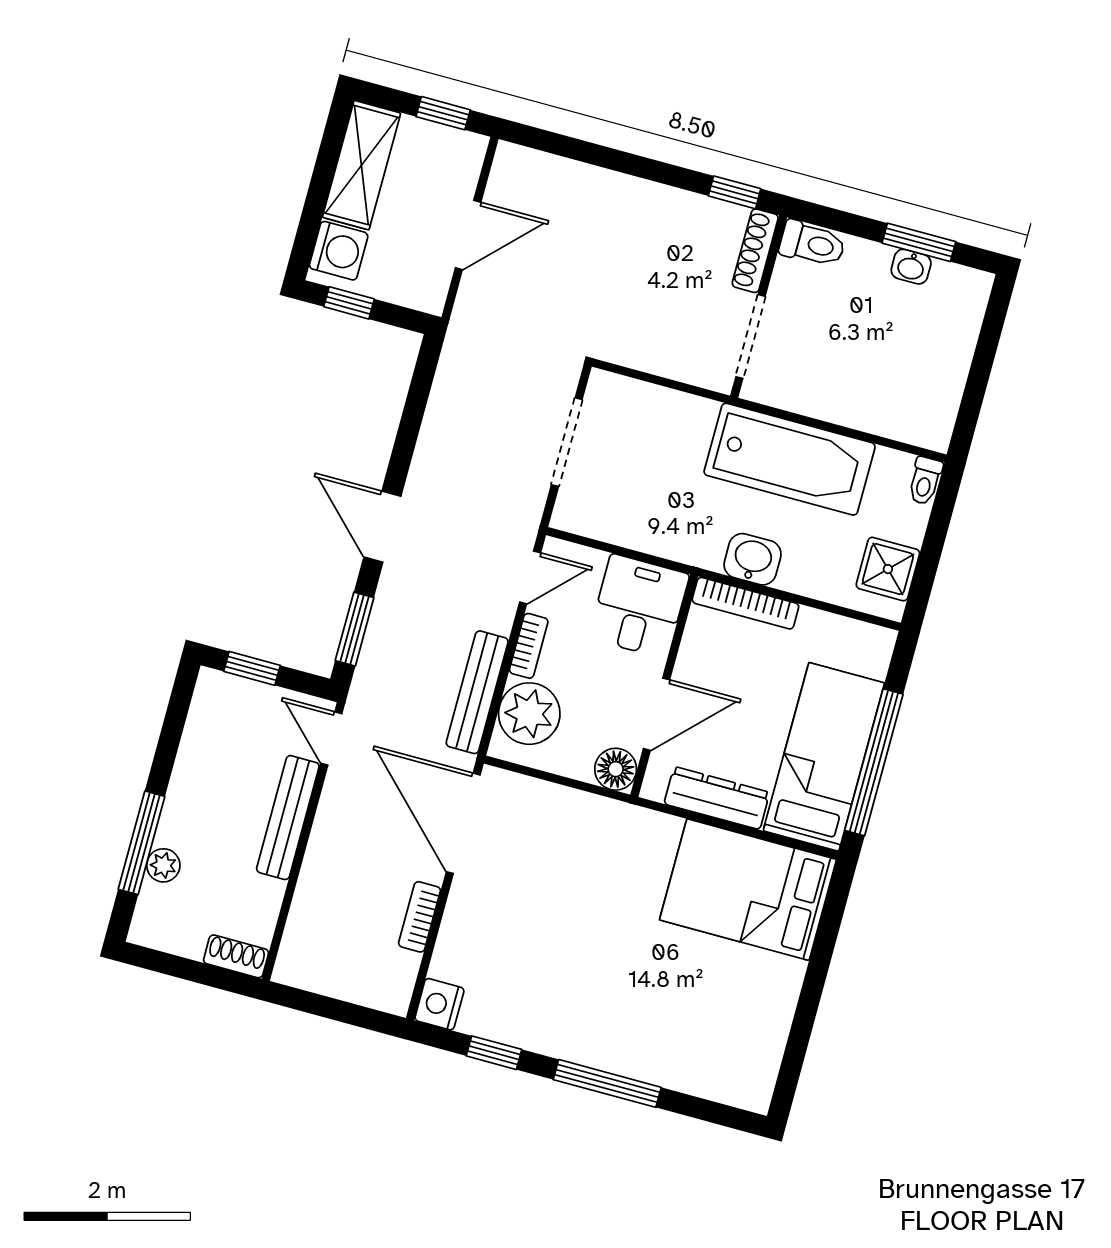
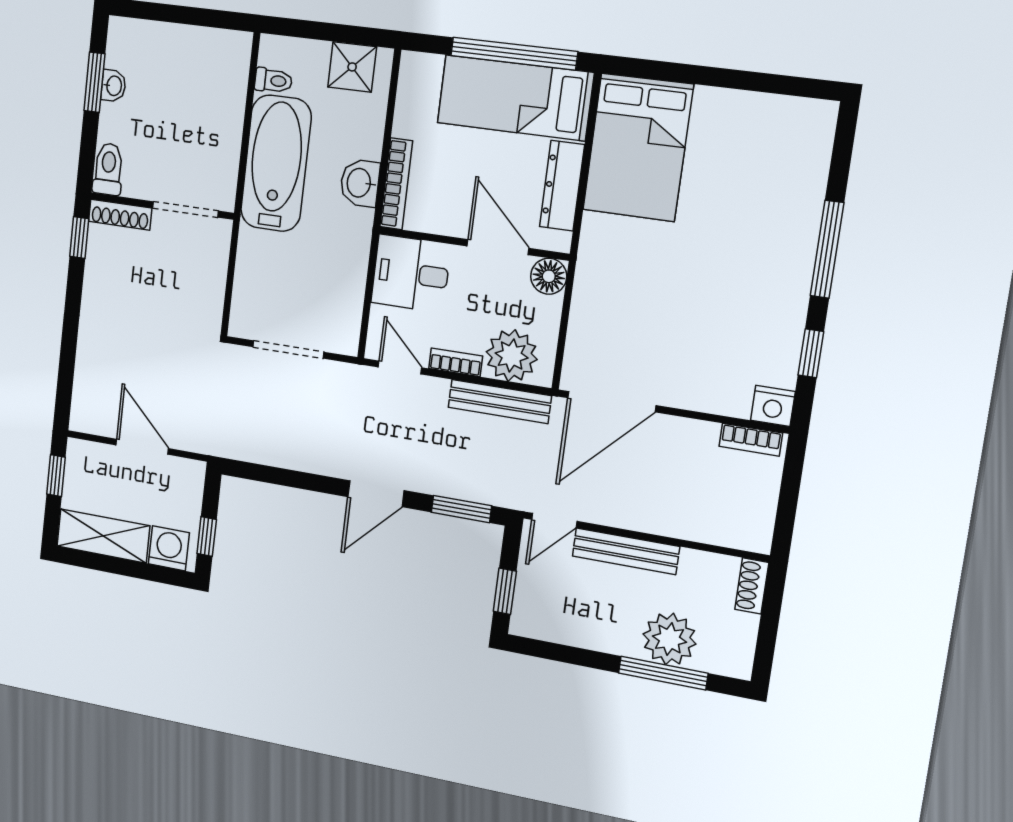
toilet: (925, 481) -> (273, 81), moved
plant: (163, 865) -> (669, 639), width x1.87, depth x1.87
bookcase: (420, 917) -> (751, 440), moved

